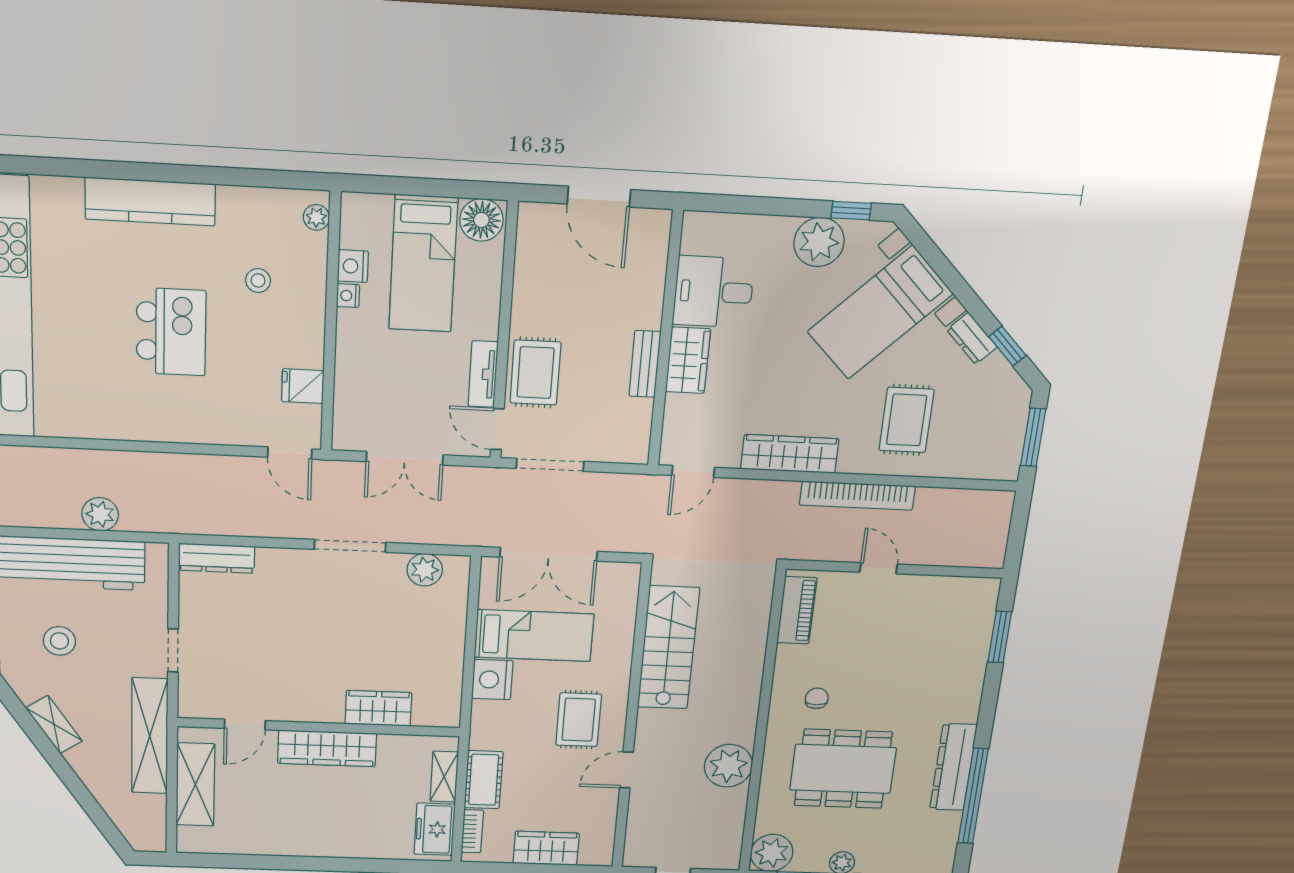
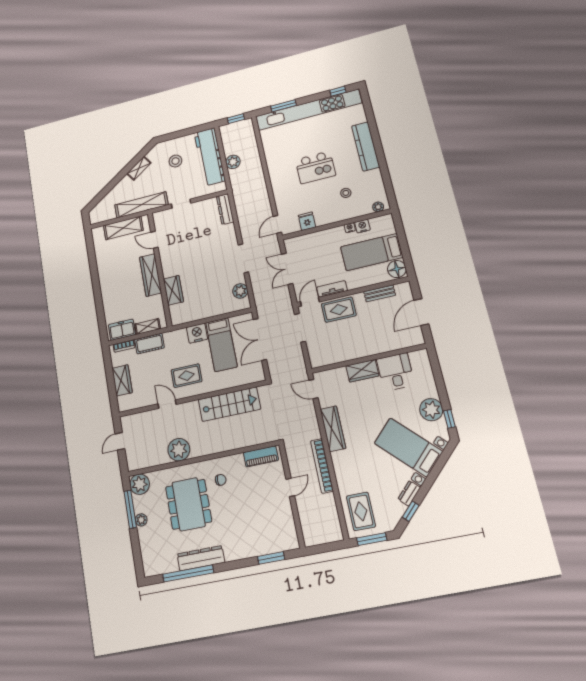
bench: (645, 364) -> (380, 293), moved
rug: (907, 420) -> (361, 511), moved, turned 90

